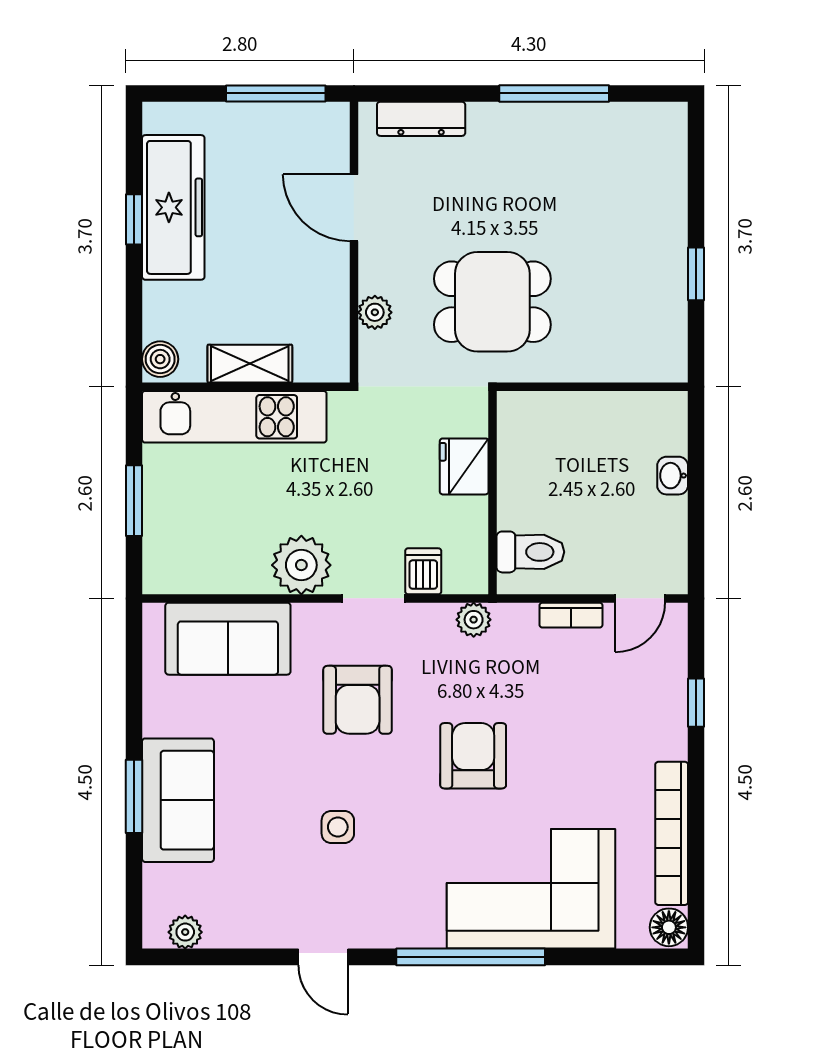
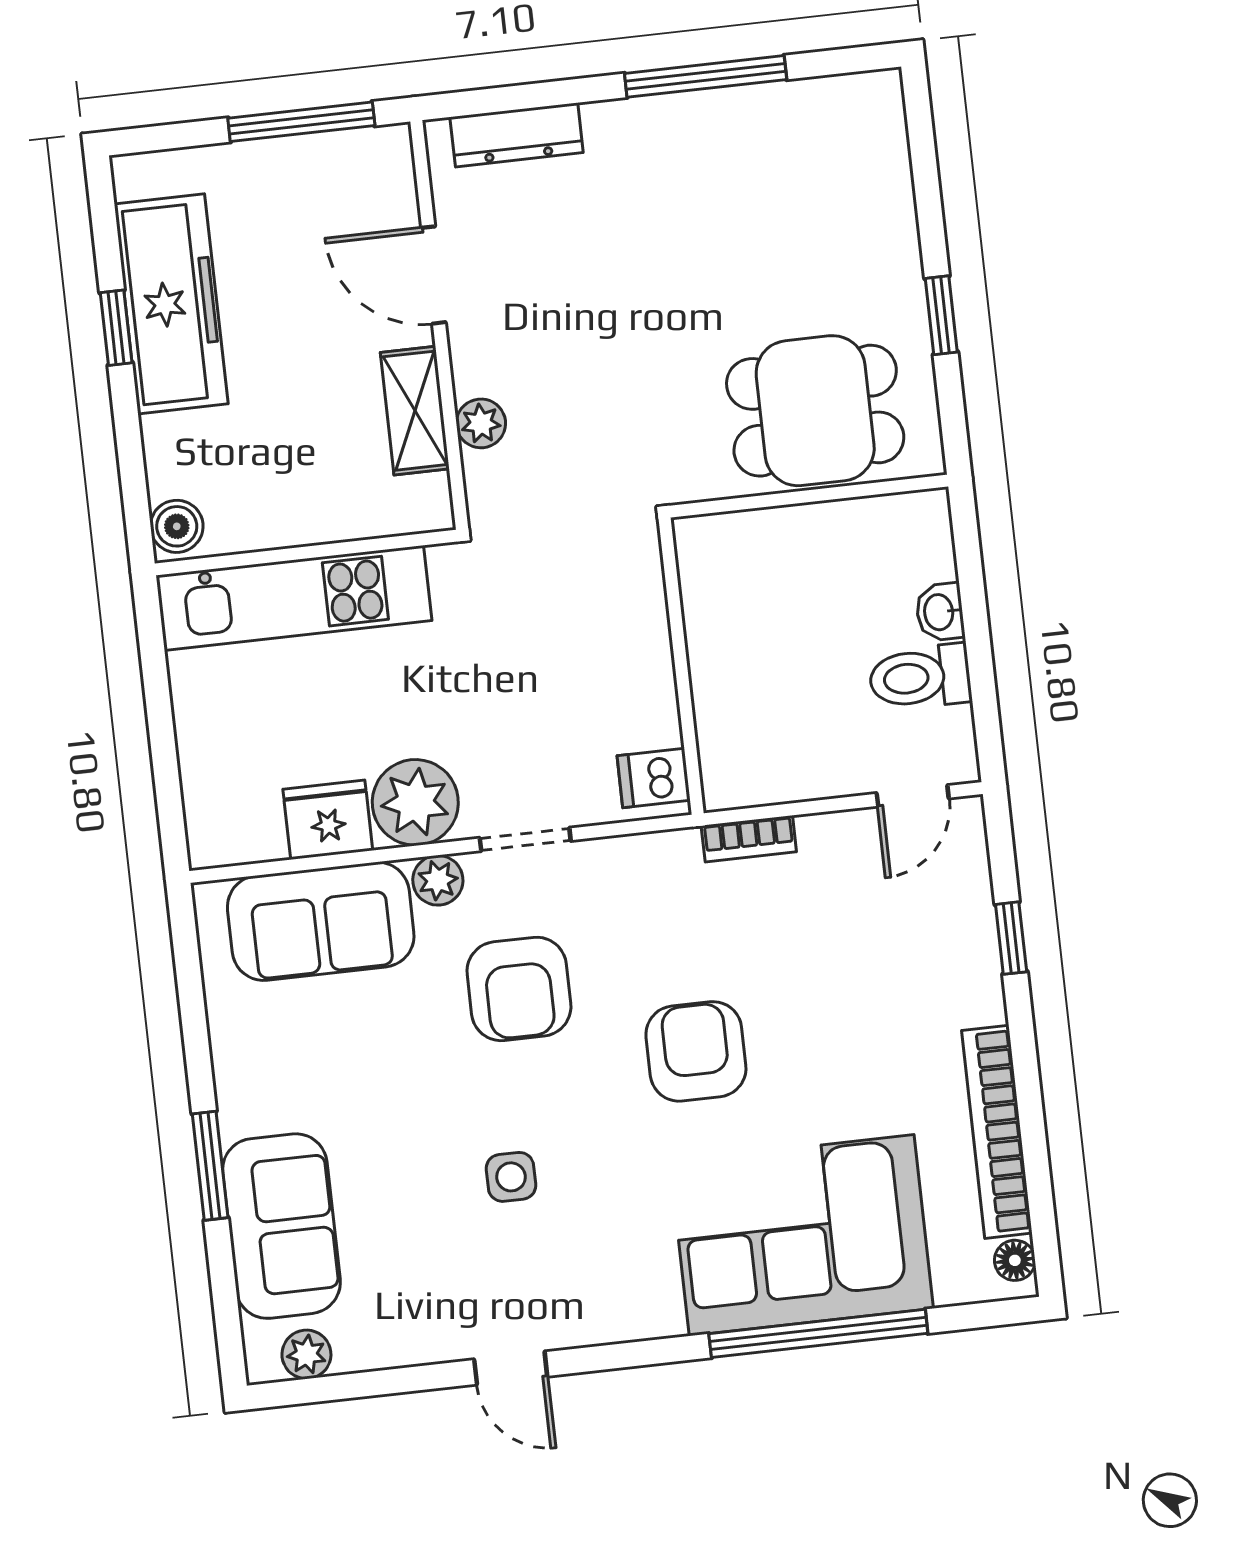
dining table: (492, 302) -> (815, 411), moved
shelving: (250, 364) -> (415, 411), moved, turned 90
fridge: (464, 466) -> (328, 820), moved, turned 90
window: (134, 501) -> (162, 736), removed
toilet: (530, 552) -> (920, 677), moved, turned 180
dishwasher: (423, 571) -> (654, 778), moved, turned -90
bookcase: (571, 615) -> (749, 839), moved
plant: (474, 620) -> (438, 880), moved
sofa: (178, 800) -> (281, 1226), moved
floor lamp: (669, 927) -> (1015, 1260), width x0.73, depth x0.73
window: (471, 957) -> (818, 1333), moved

